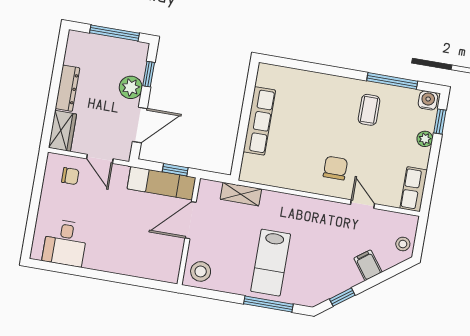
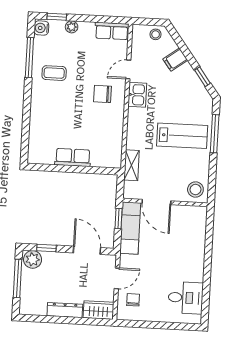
plant: (131, 87) -> (33, 259), moved
row of seats: (259, 121) -> (73, 157), width x0.68
kitchen sink: (329, 212) -> (137, 95), added

